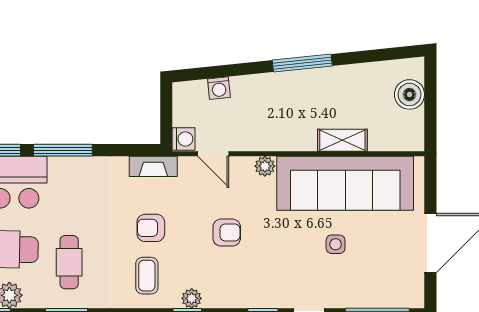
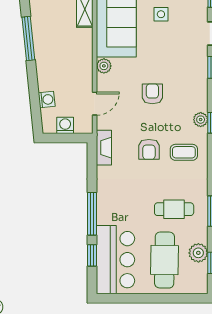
washing machine: (184, 139) -> (65, 125), moved

